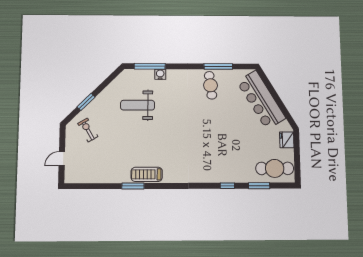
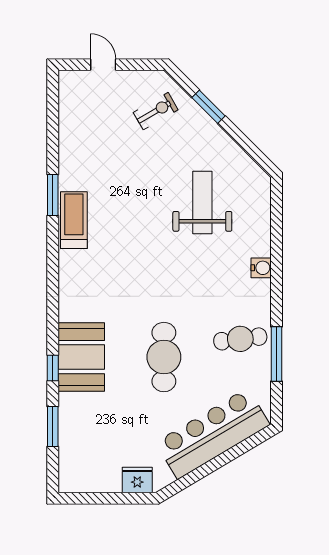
window: (150, 66) -> (277, 225), removed
water cooler: (160, 74) -> (261, 268), moved
cafe table: (275, 168) -> (164, 357), moved
booth: (221, 170) -> (81, 357), added

